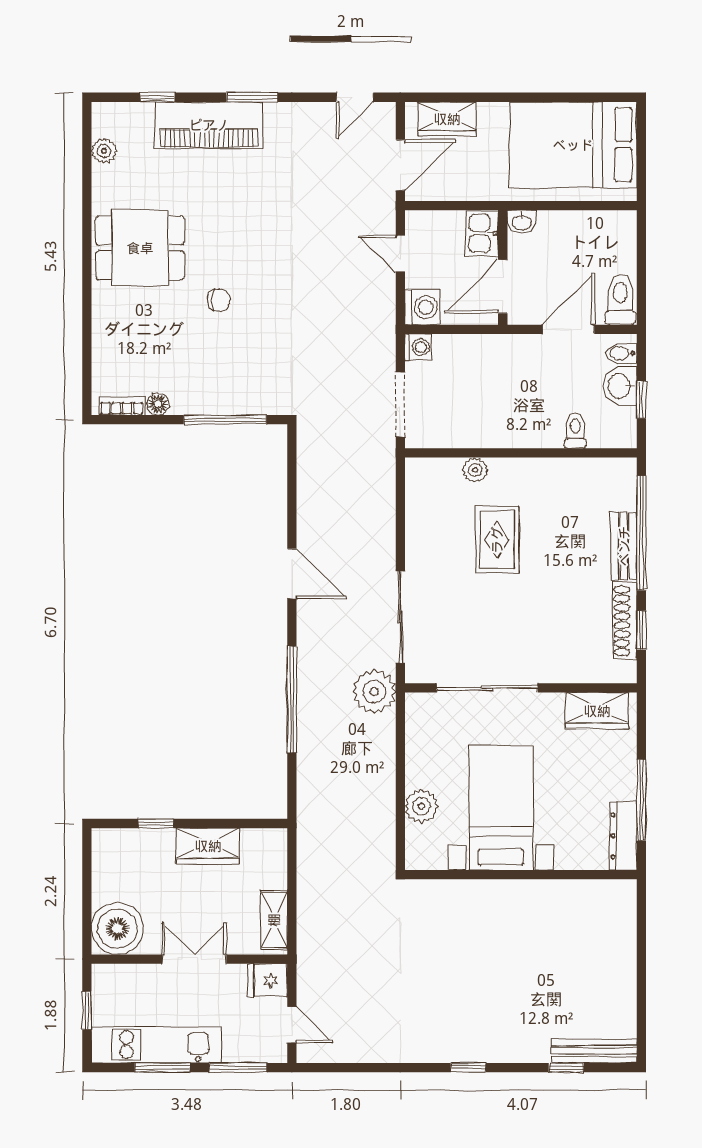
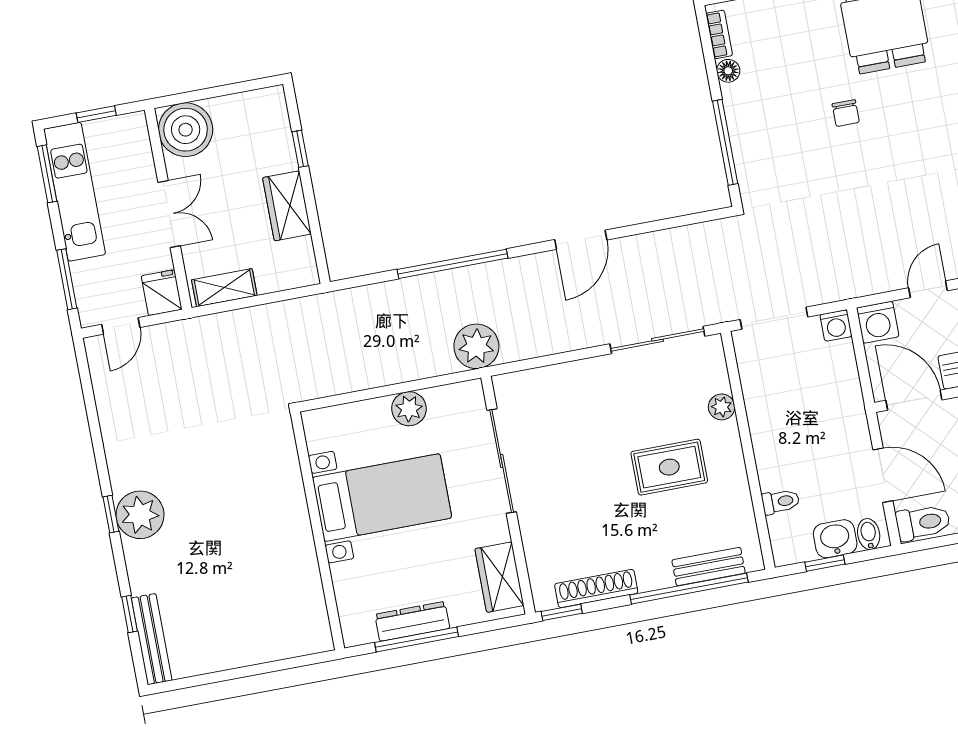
rug: (497, 540) -> (669, 467), moved
bench: (624, 546) -> (709, 567), moved
sliding door: (400, 617) -> (657, 340), moved
window: (641, 630) -> (562, 612), moved
plant: (421, 806) -> (409, 409), moved
dresser: (623, 836) -> (412, 621), moved
plant: (474, 1040) -> (140, 515), added
window: (162, 1068) -> (47, 174), moved

